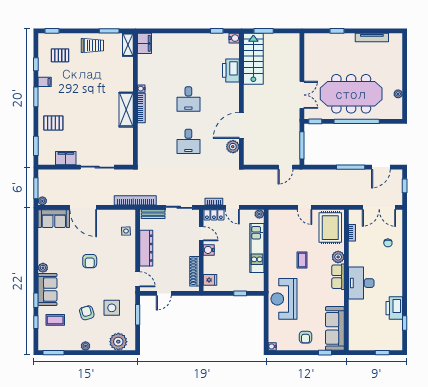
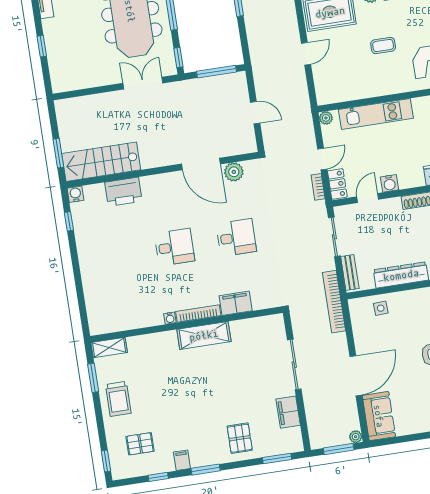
filing cabinet: (144, 43) -> (236, 303), moved
trolley: (92, 46) -> (118, 399), turned 180
pallet: (60, 55) -> (140, 444), turned 90
door: (285, 167) -> (255, 113), moved

